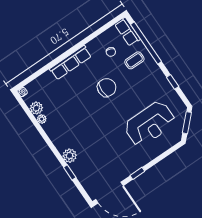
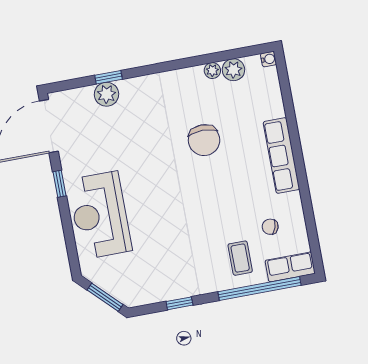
chair: (107, 88) -> (204, 140), moved
reception desk: (150, 124) -> (100, 215), moved
plant: (70, 156) -> (106, 94), moved

